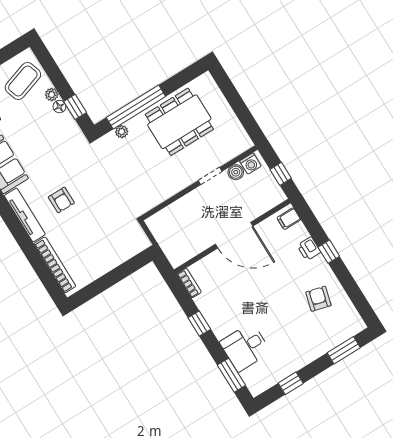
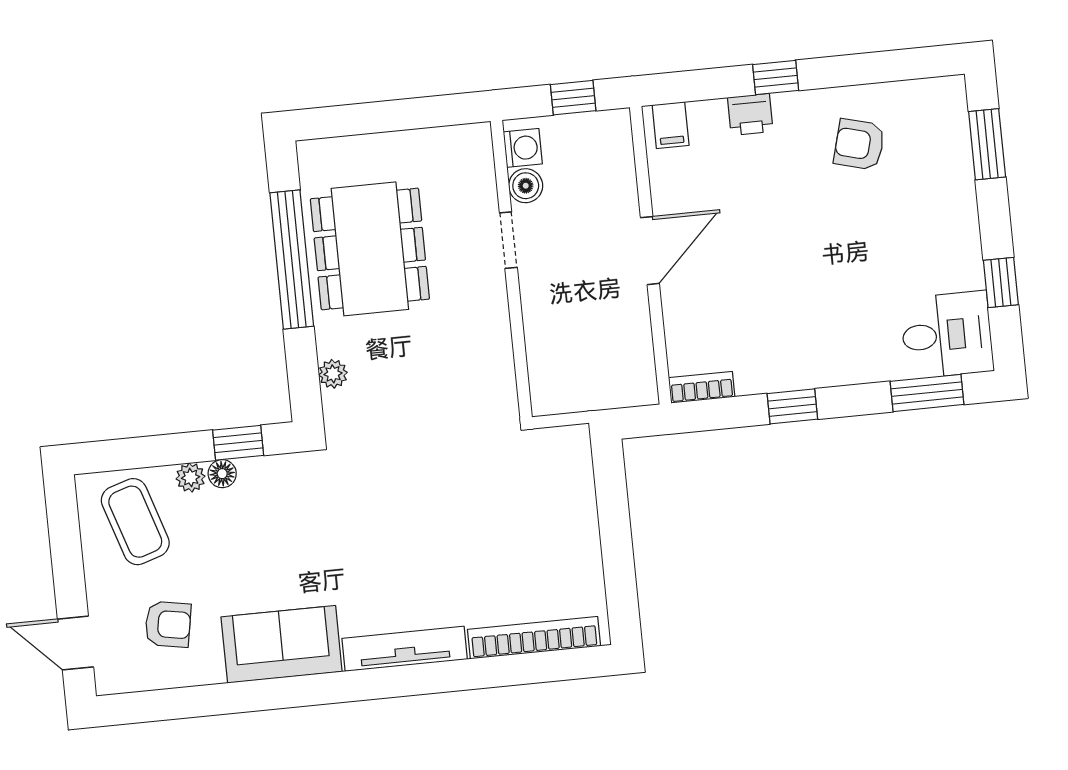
window: (136, 107) -> (292, 260), moved
armchair: (61, 200) -> (411, 561), removed
door: (234, 235) -> (650, 251), width x0.73
desk: (245, 347) -> (947, 335), moved, turned -90

